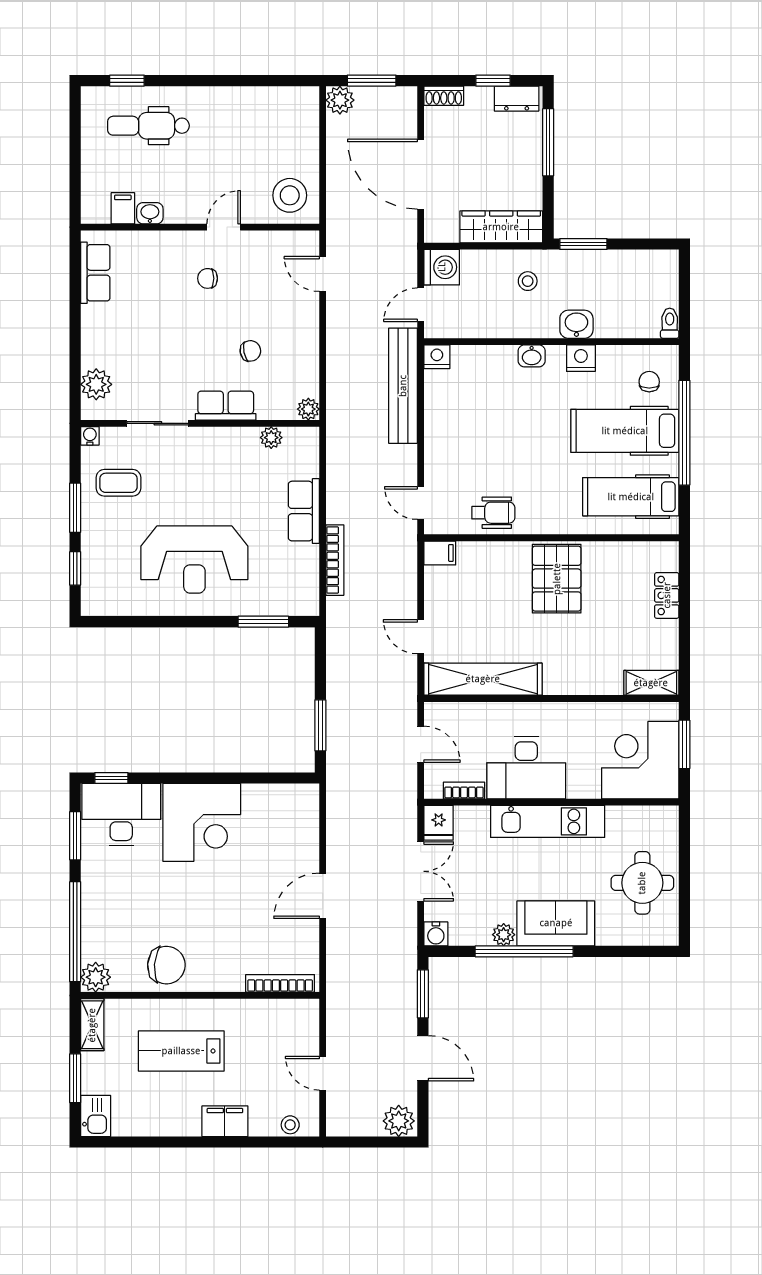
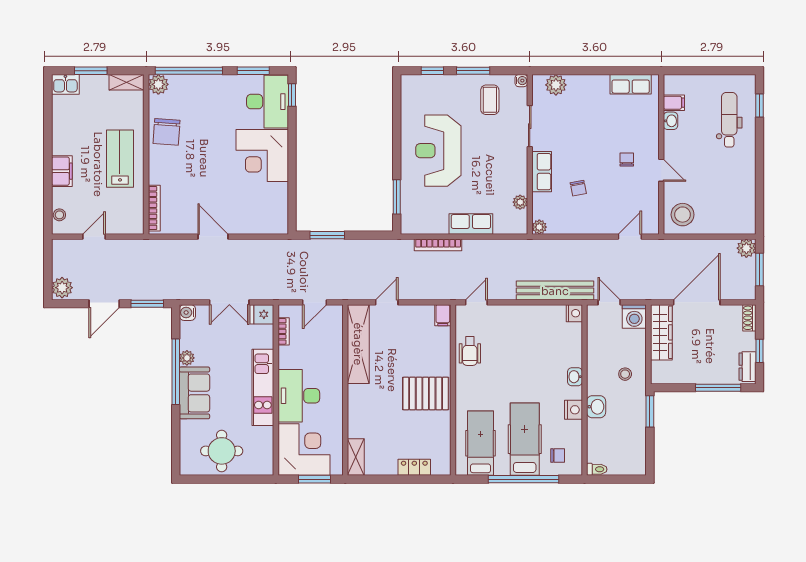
wardrobe: (501, 227) -> (661, 332), moved
desk: (526, 768) -> (299, 396), moved
lab bench: (181, 1051) -> (120, 159), moved

